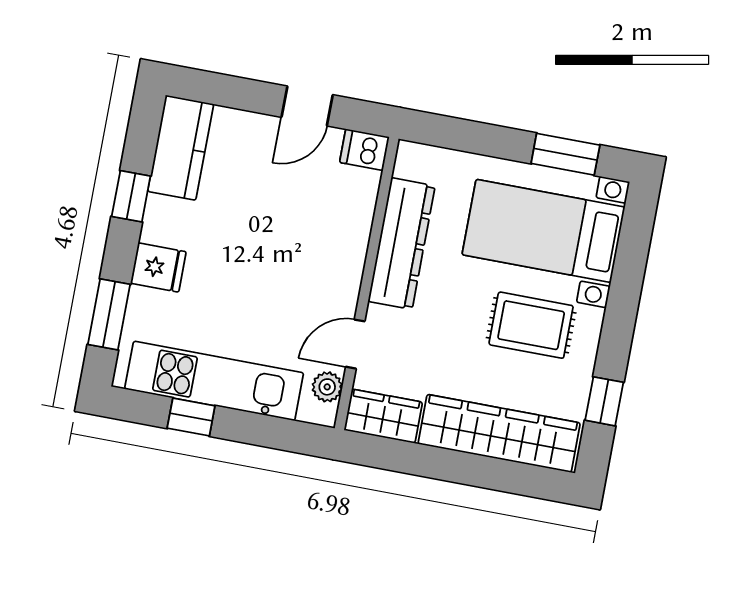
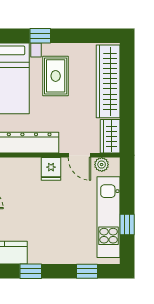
fridge: (158, 267) -> (51, 169), moved, turned 180
window: (109, 314) -> (87, 271), width x0.67
window: (604, 401) -> (40, 36), moved

